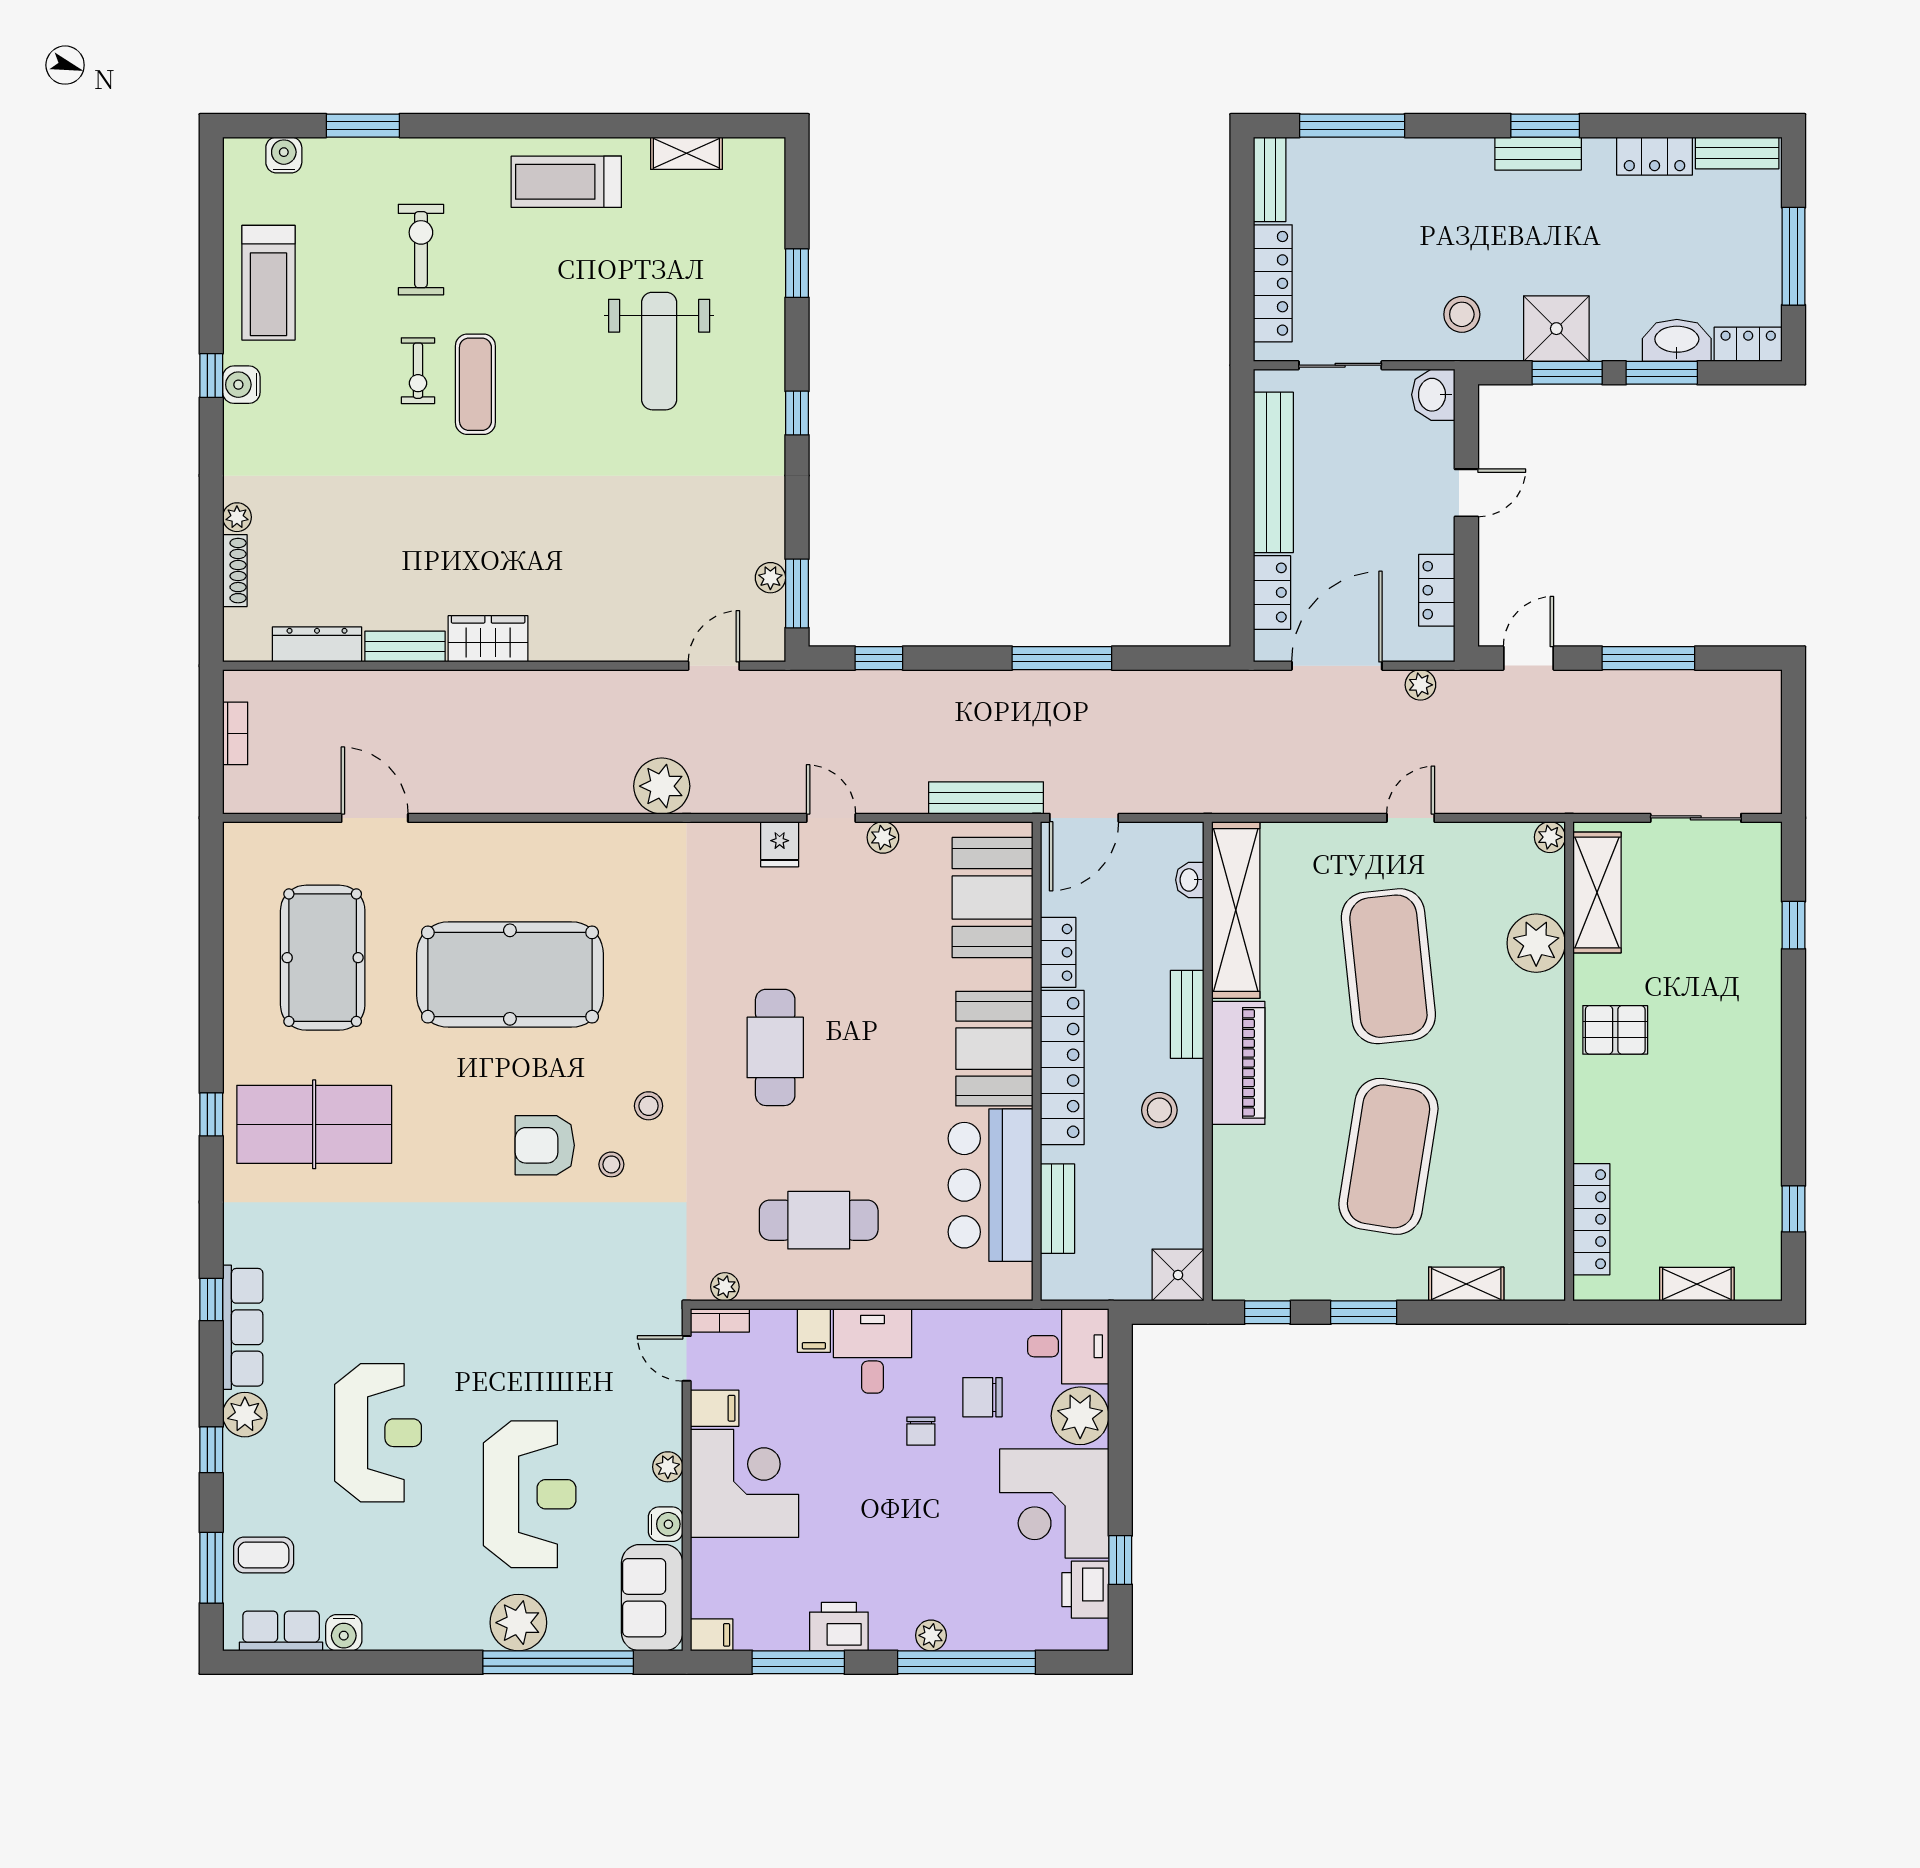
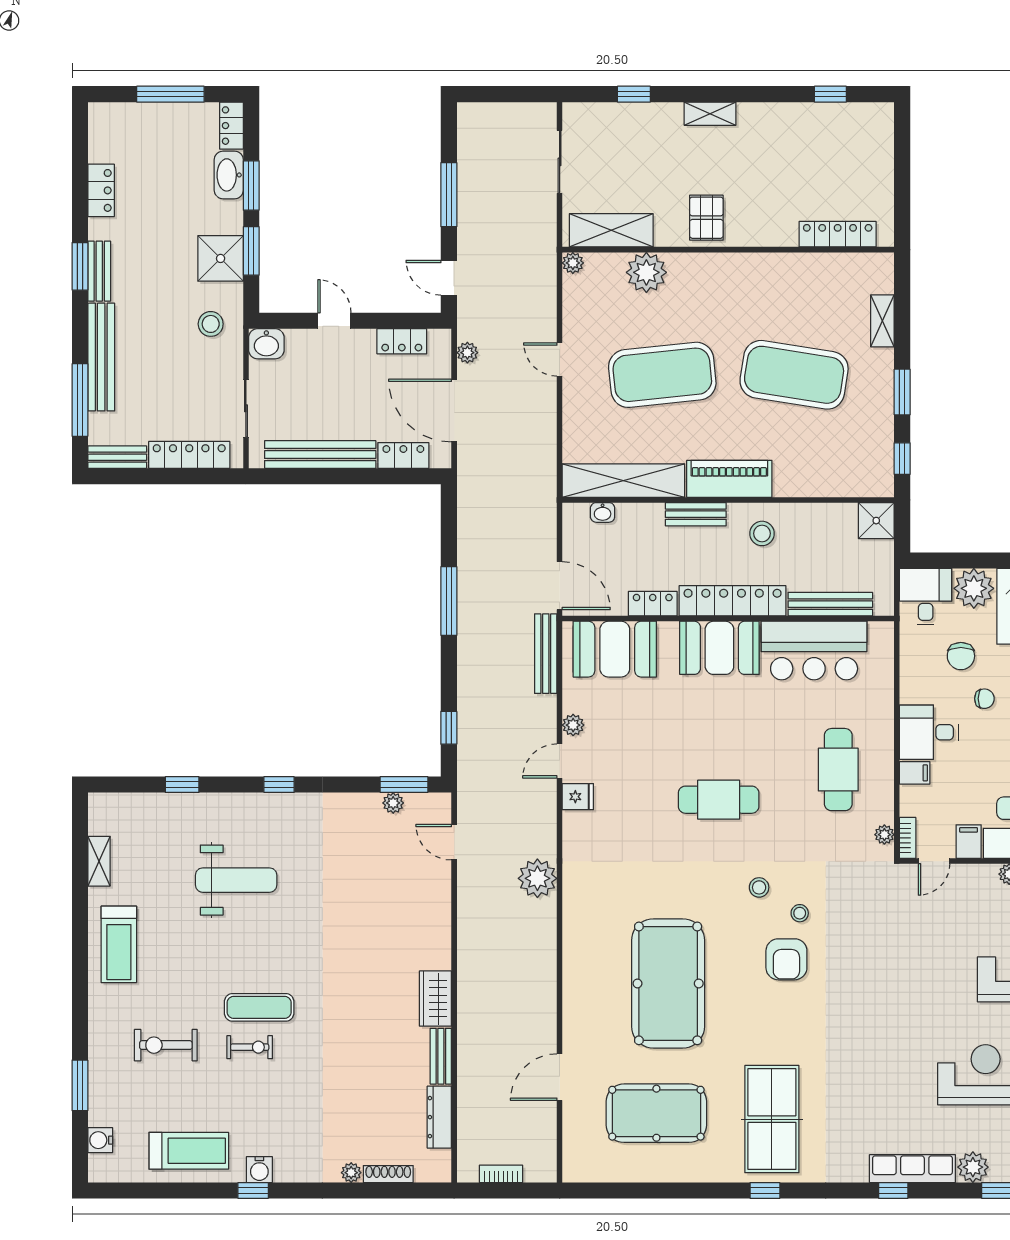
bench: (1737, 153) -> (101, 357), moved, width x1.86, depth x1.21
bench: (1057, 1209) -> (830, 604), width x1.36
shelving: (1697, 1284) -> (710, 114), moved, turned 90

